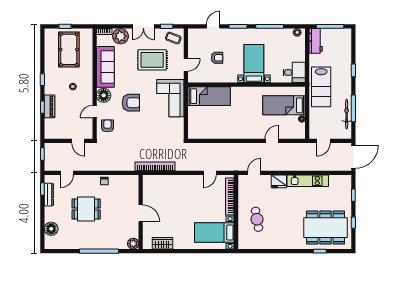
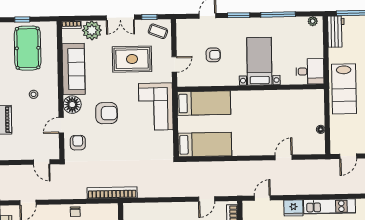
bed: (284, 105) -> (205, 144), moved, turned 180
bookcase: (155, 166) -> (112, 193), moved

